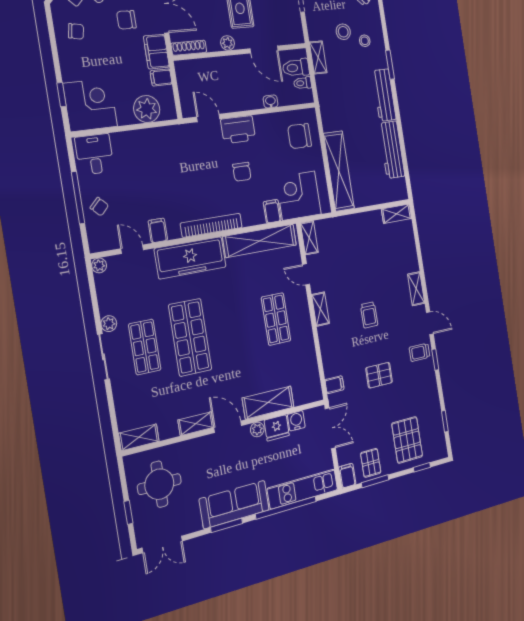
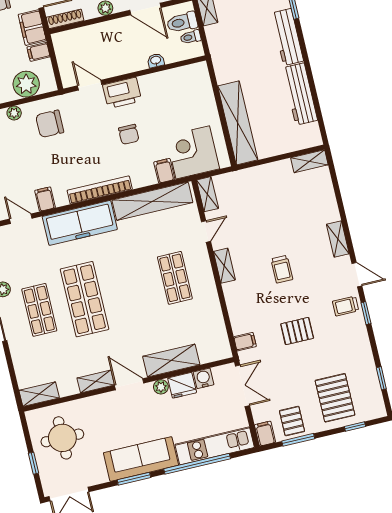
chair: (300, 136) -> (50, 124), moved
plant: (133, 138) -> (14, 113), added
door: (306, 274) -> (206, 231), swing flipped

